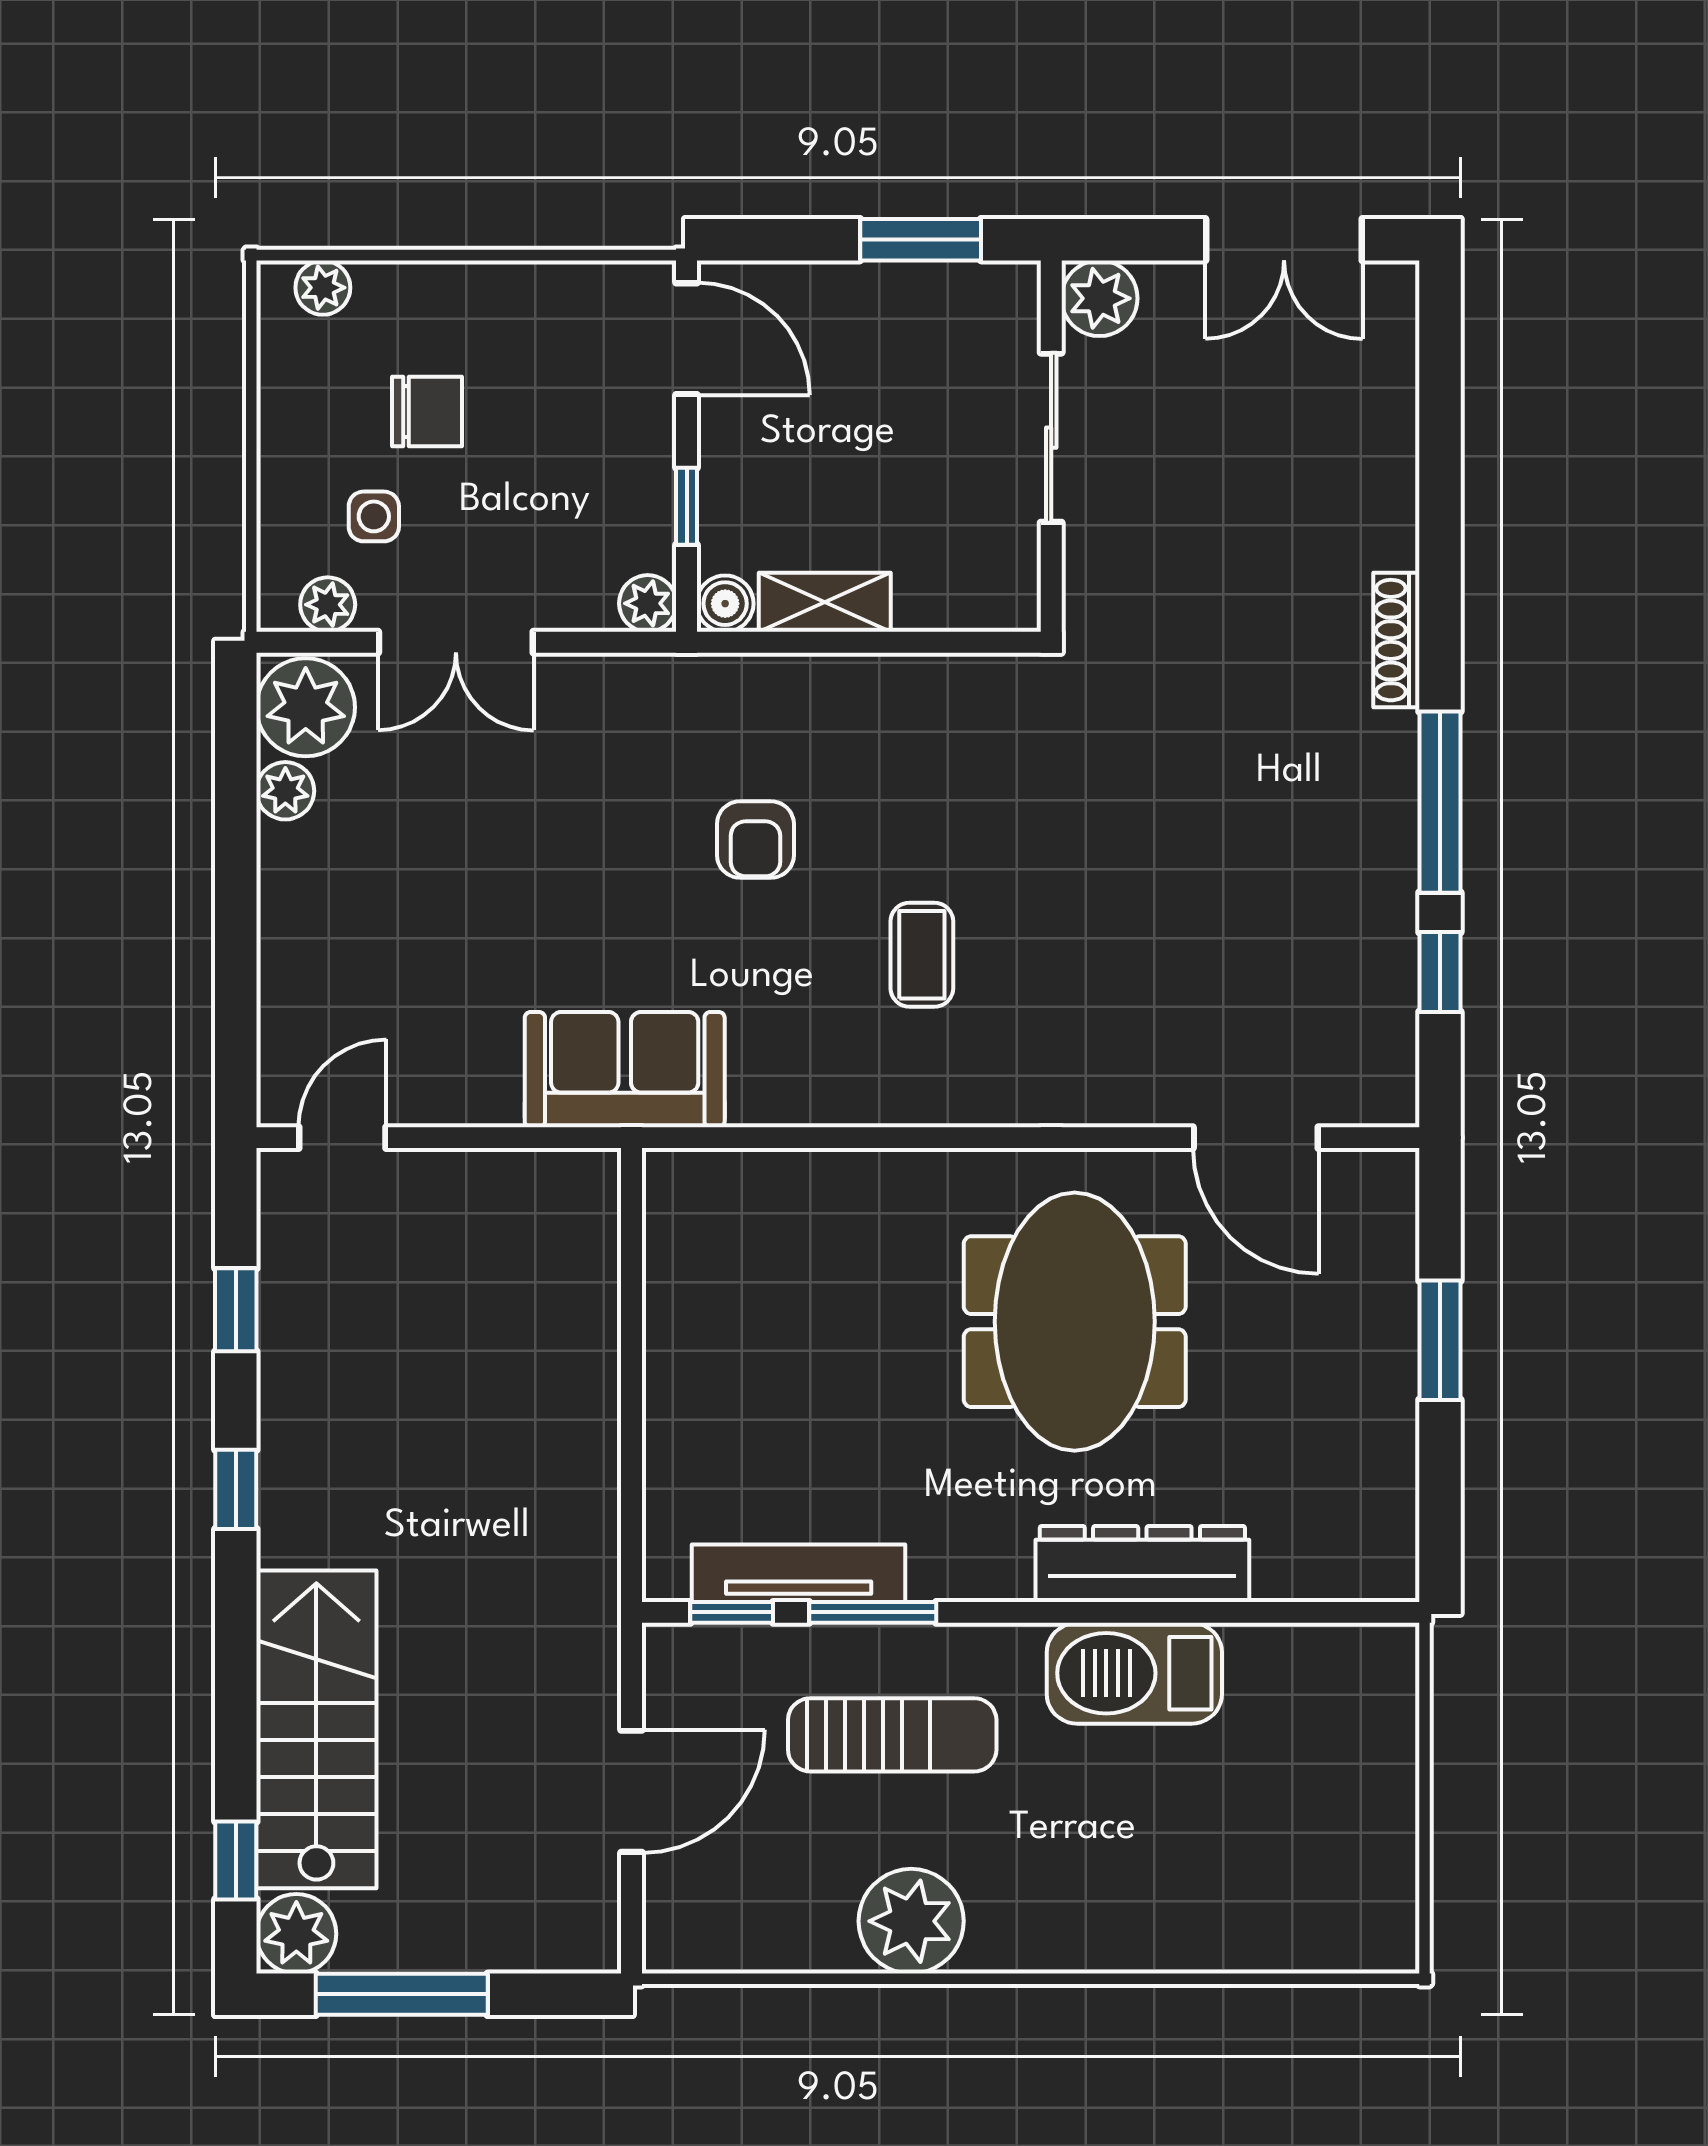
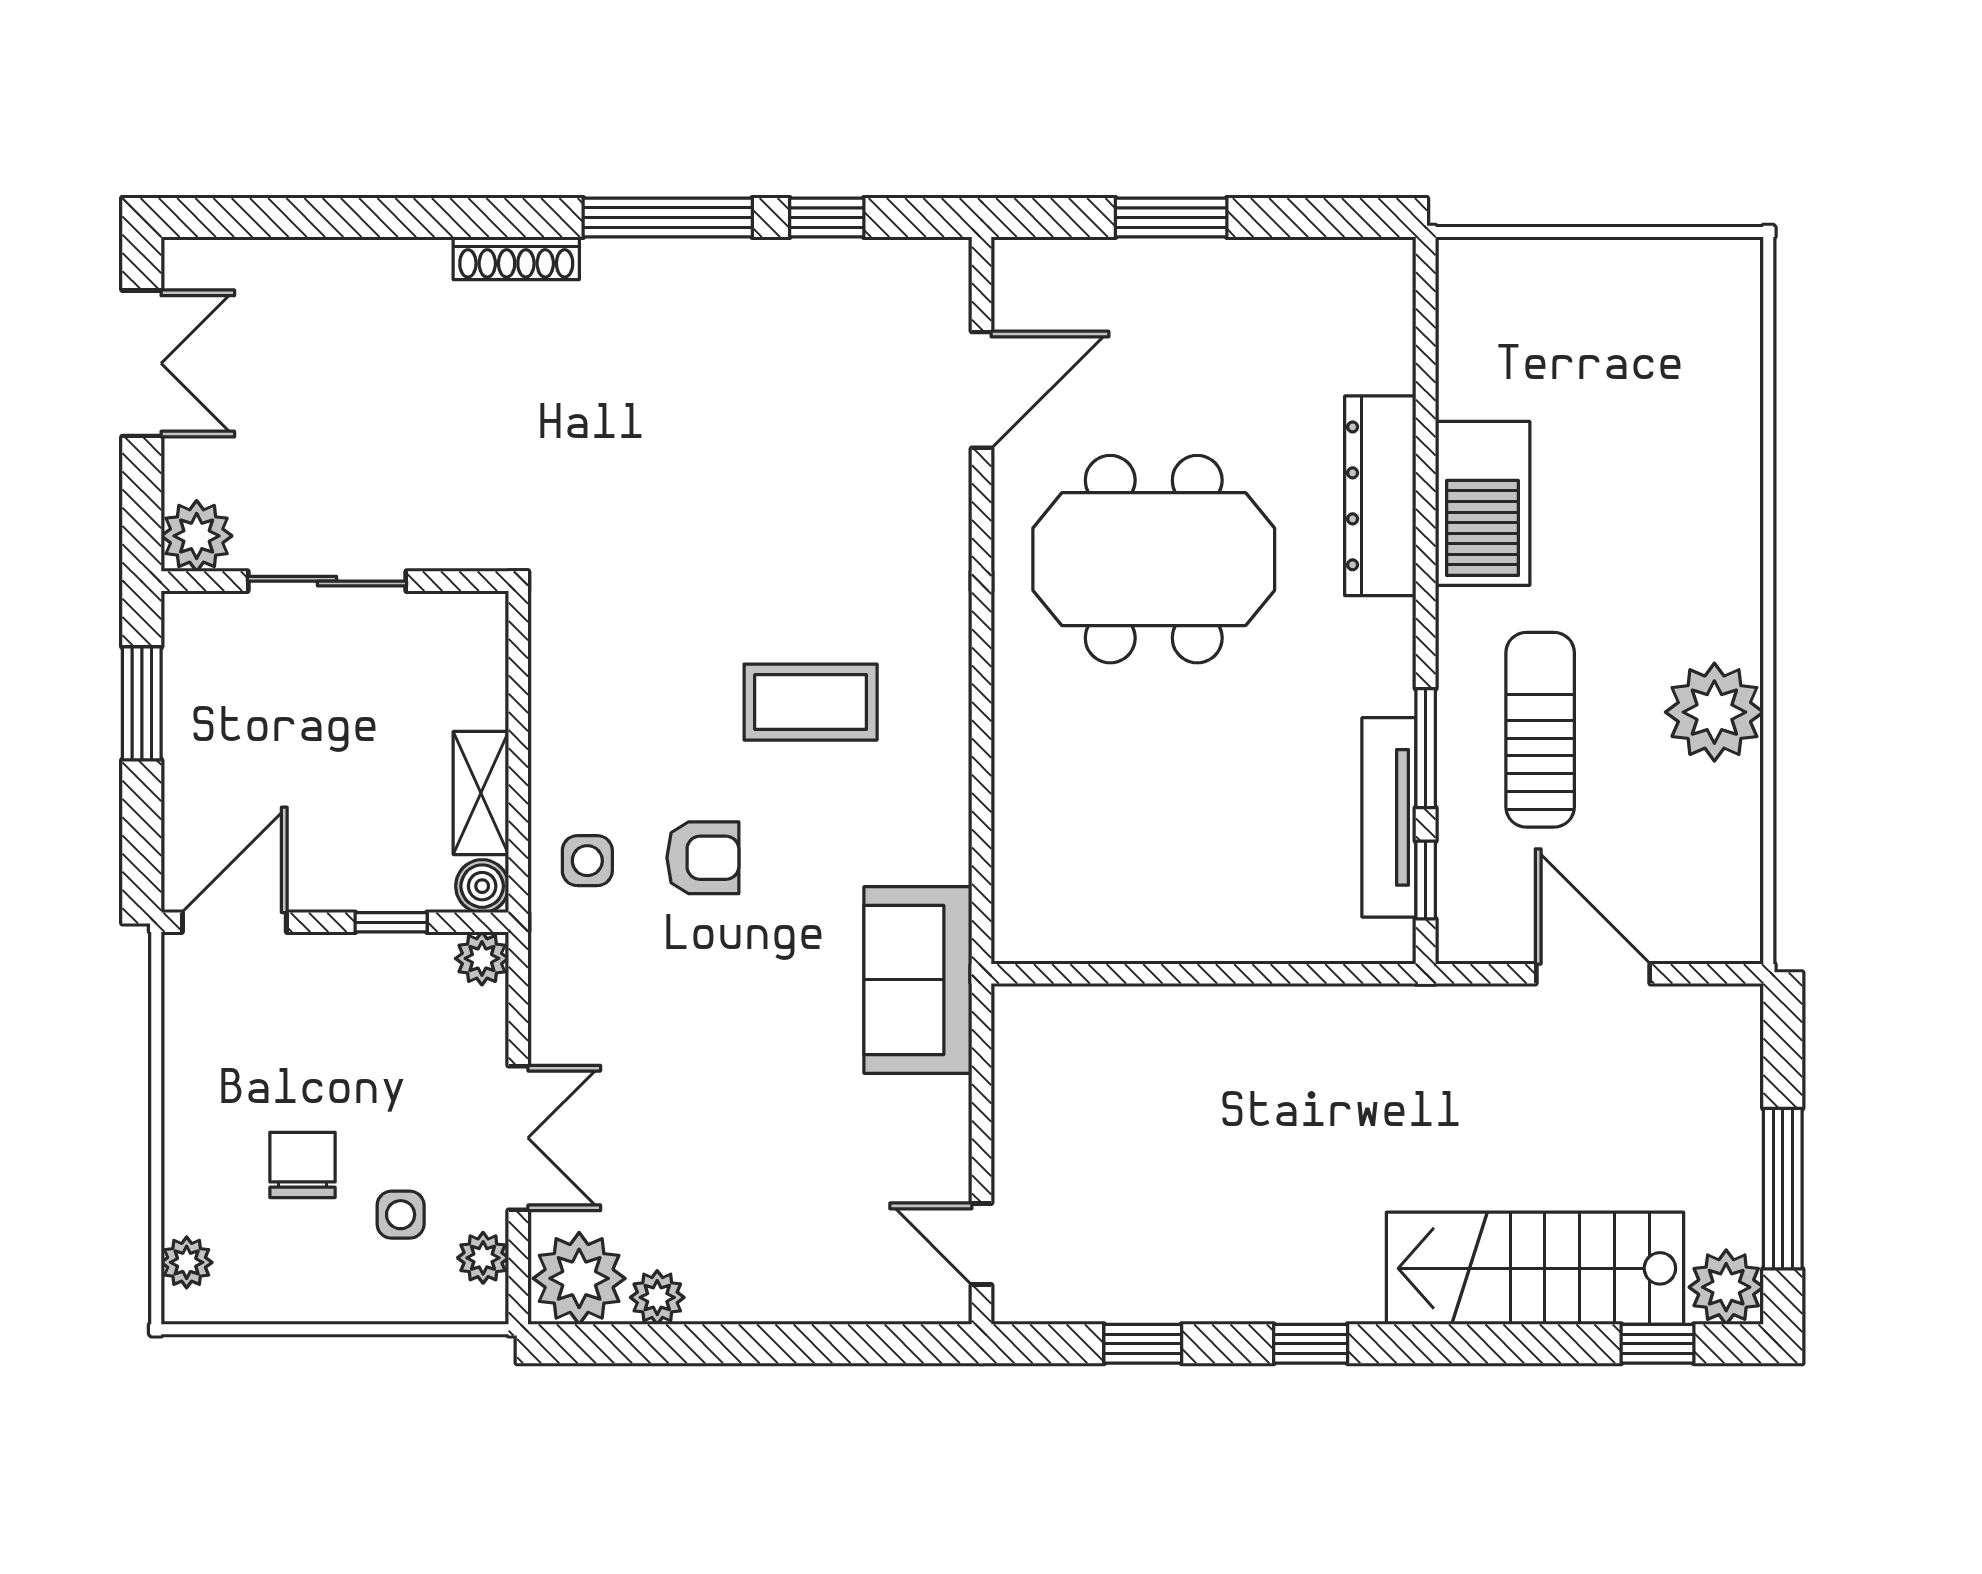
side table: (752, 716) -> (587, 861), added
coffee table: (922, 955) -> (811, 702), width x1.36, depth x1.30

